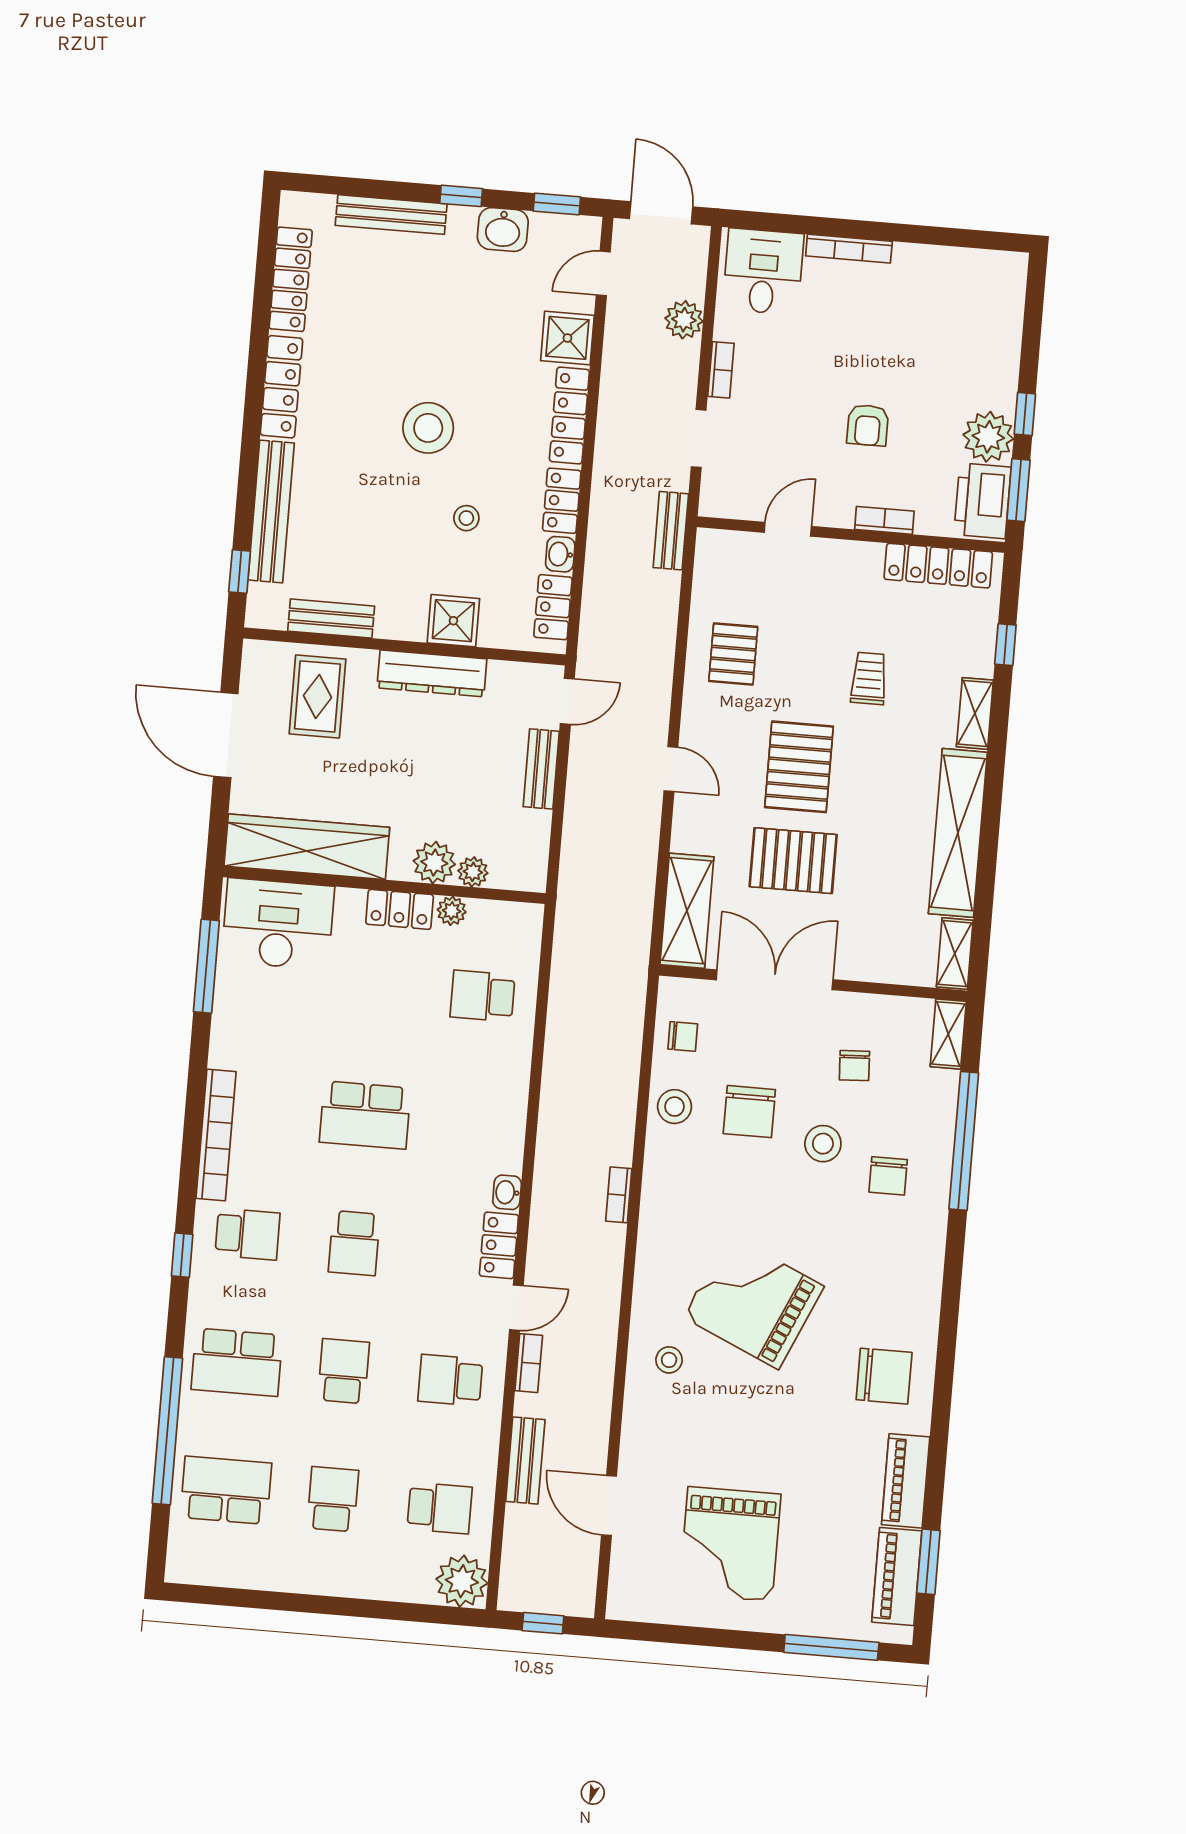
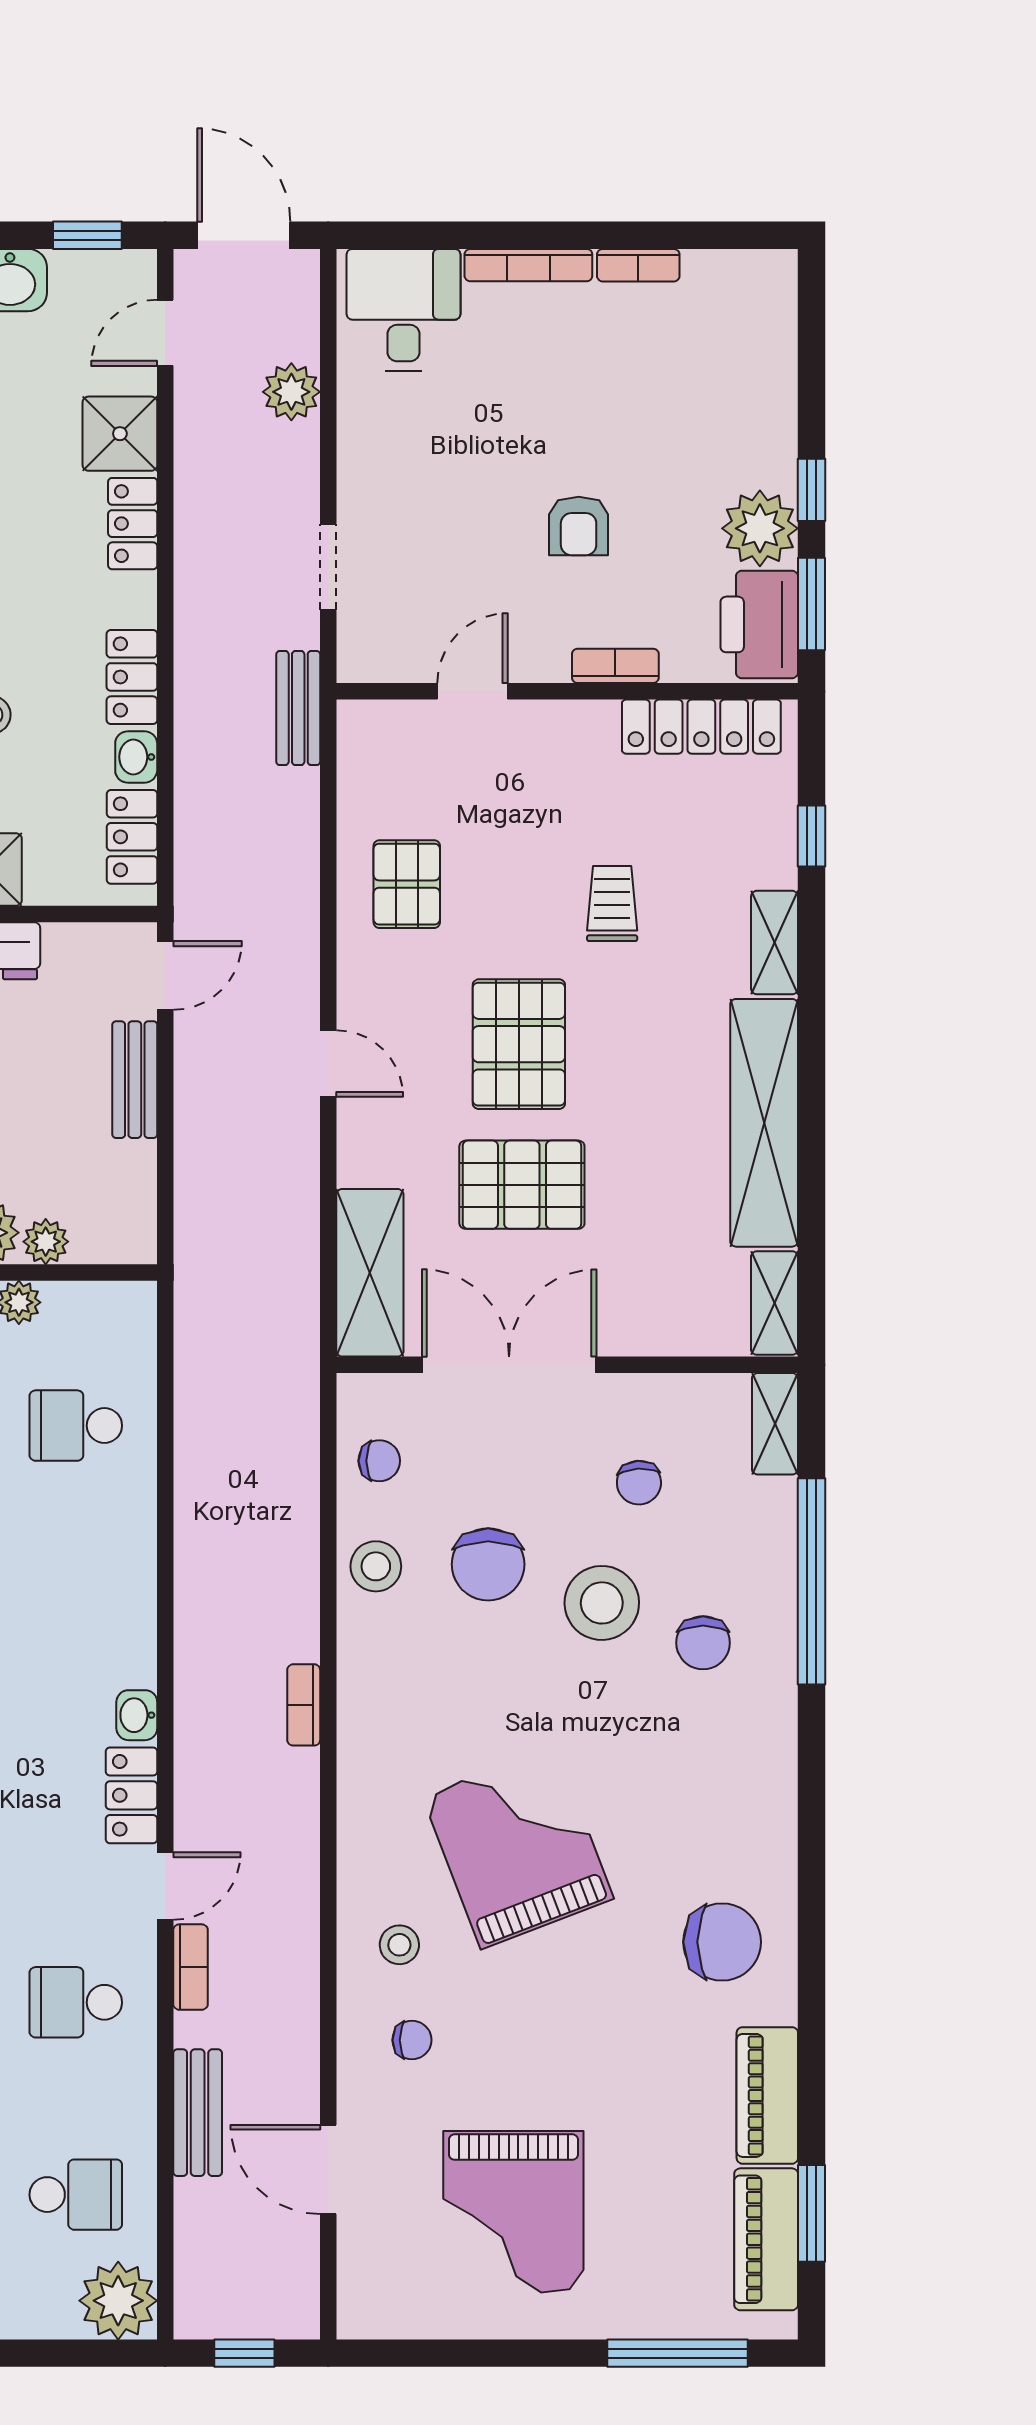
bookcase: (721, 370) -> (638, 265), moved, turned 90
locker: (569, 416) -> (133, 524), width x0.66
stool: (823, 1144) -> (602, 1603), width x1.38, depth x1.38
grand piano: (753, 1302) -> (518, 1847), turned 45
chair: (672, 1424) -> (412, 2040), added

